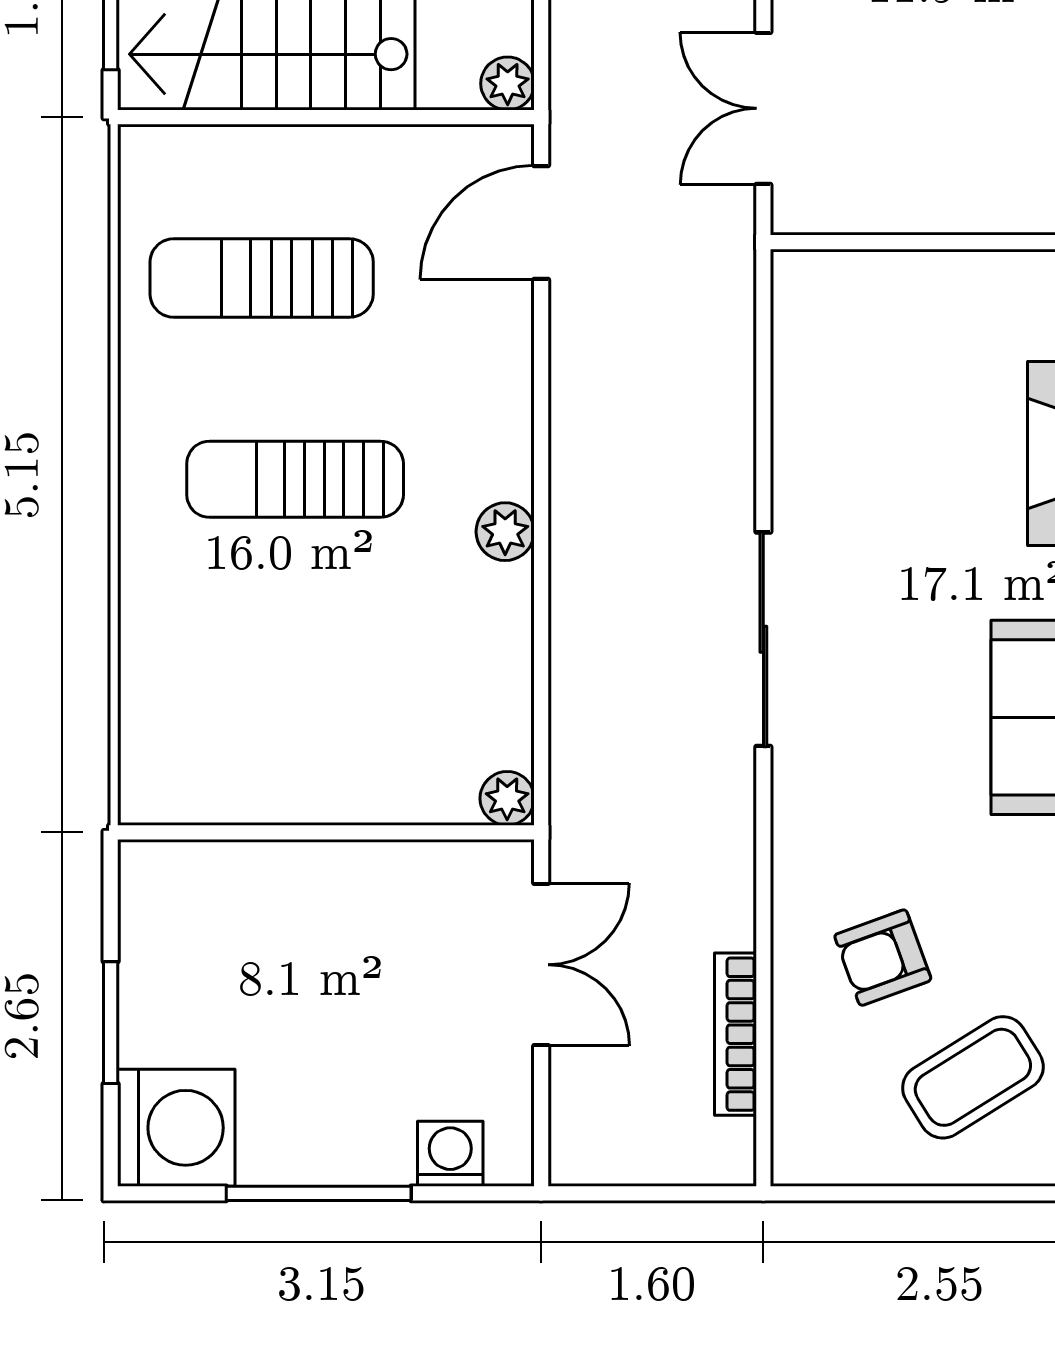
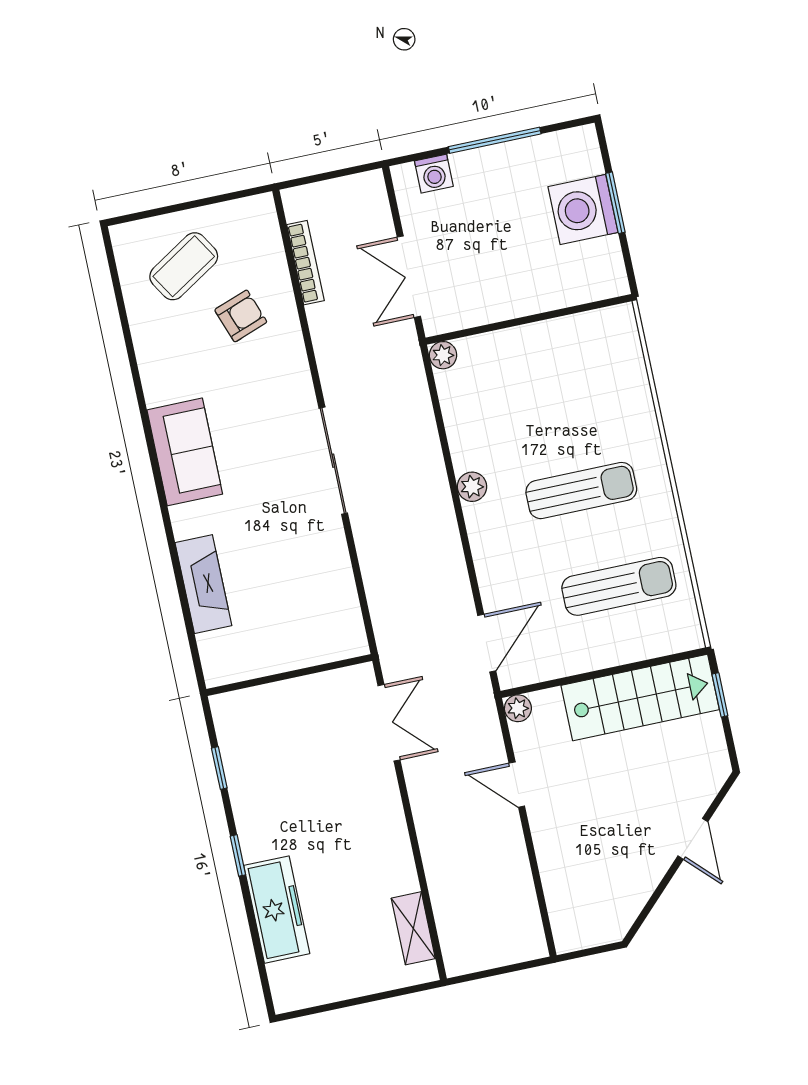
washing machine: (176, 1128) -> (583, 210), moved

